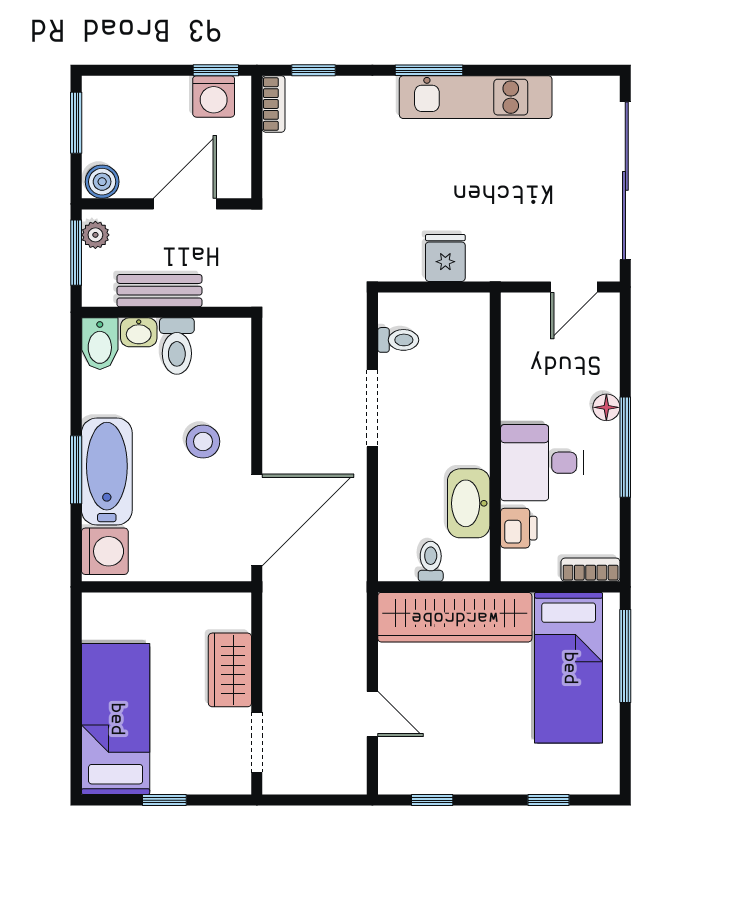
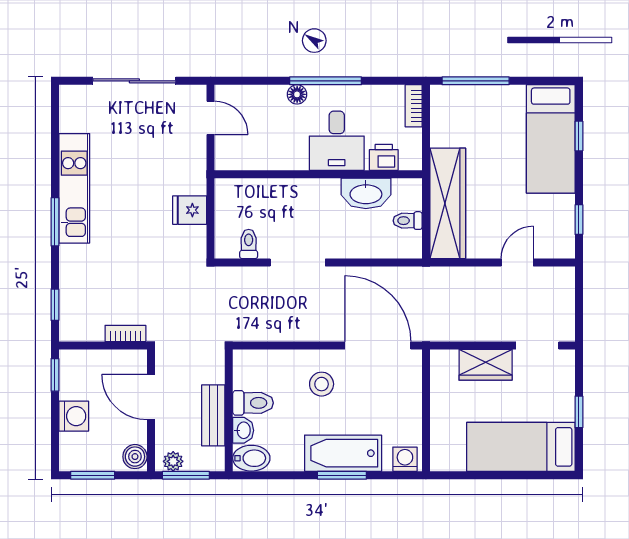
washing machine: (214, 96) -> (74, 416), moved
bookcase: (274, 104) -> (125, 333), moved
sliding door: (625, 181) -> (134, 81), width x0.73
washing machine: (105, 551) -> (405, 459), width x0.73, depth x0.73
bed: (569, 668) -> (551, 139), moved, turned 90

